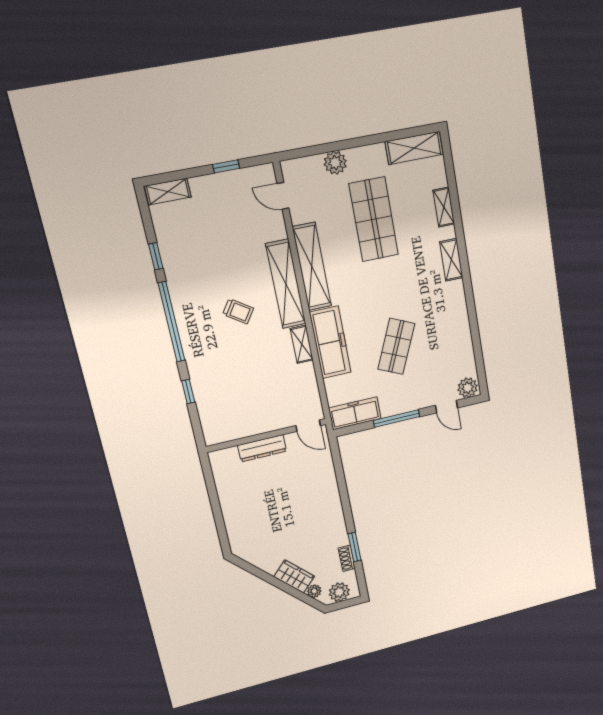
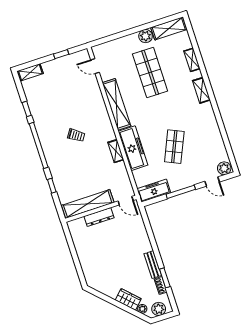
plant: (335, 163) -> (146, 36), moved
shelving: (286, 284) -> (88, 204), moved, turned 90
bench: (339, 527) -> (153, 265), added

